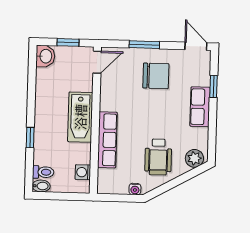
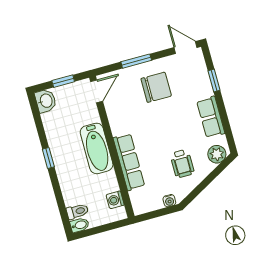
row of seats: (200, 107) -> (211, 117), moved
window: (30, 138) -> (48, 158), moved
wheelchair: (158, 157) -> (182, 164), width x0.73, depth x0.73

